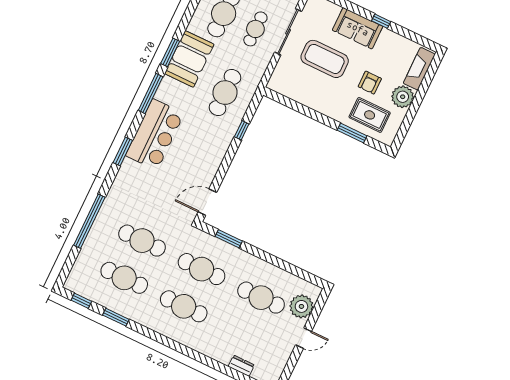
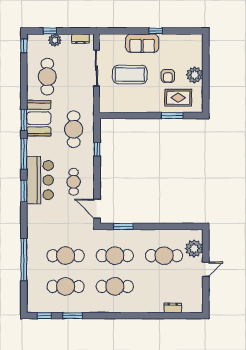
cafe table: (255, 29) -> (74, 182), moved
fireplace: (419, 69) -> (197, 51), removed
window: (123, 152) -> (24, 191), moved
door: (207, 202) -> (97, 209), hinge flipped

